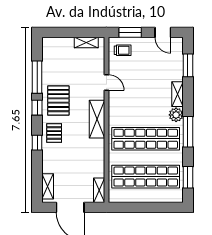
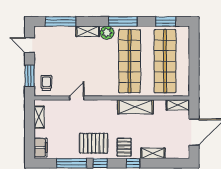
door: (163, 32) -> (30, 45), swing flipped
filing cabinet: (54, 44) -> (41, 147), added
window: (188, 65) -> (61, 21), width x1.44
shelving: (97, 119) -> (135, 107), moved
pallet: (54, 133) -> (124, 147), turned 90
shelving: (48, 186) -> (153, 153), moved

